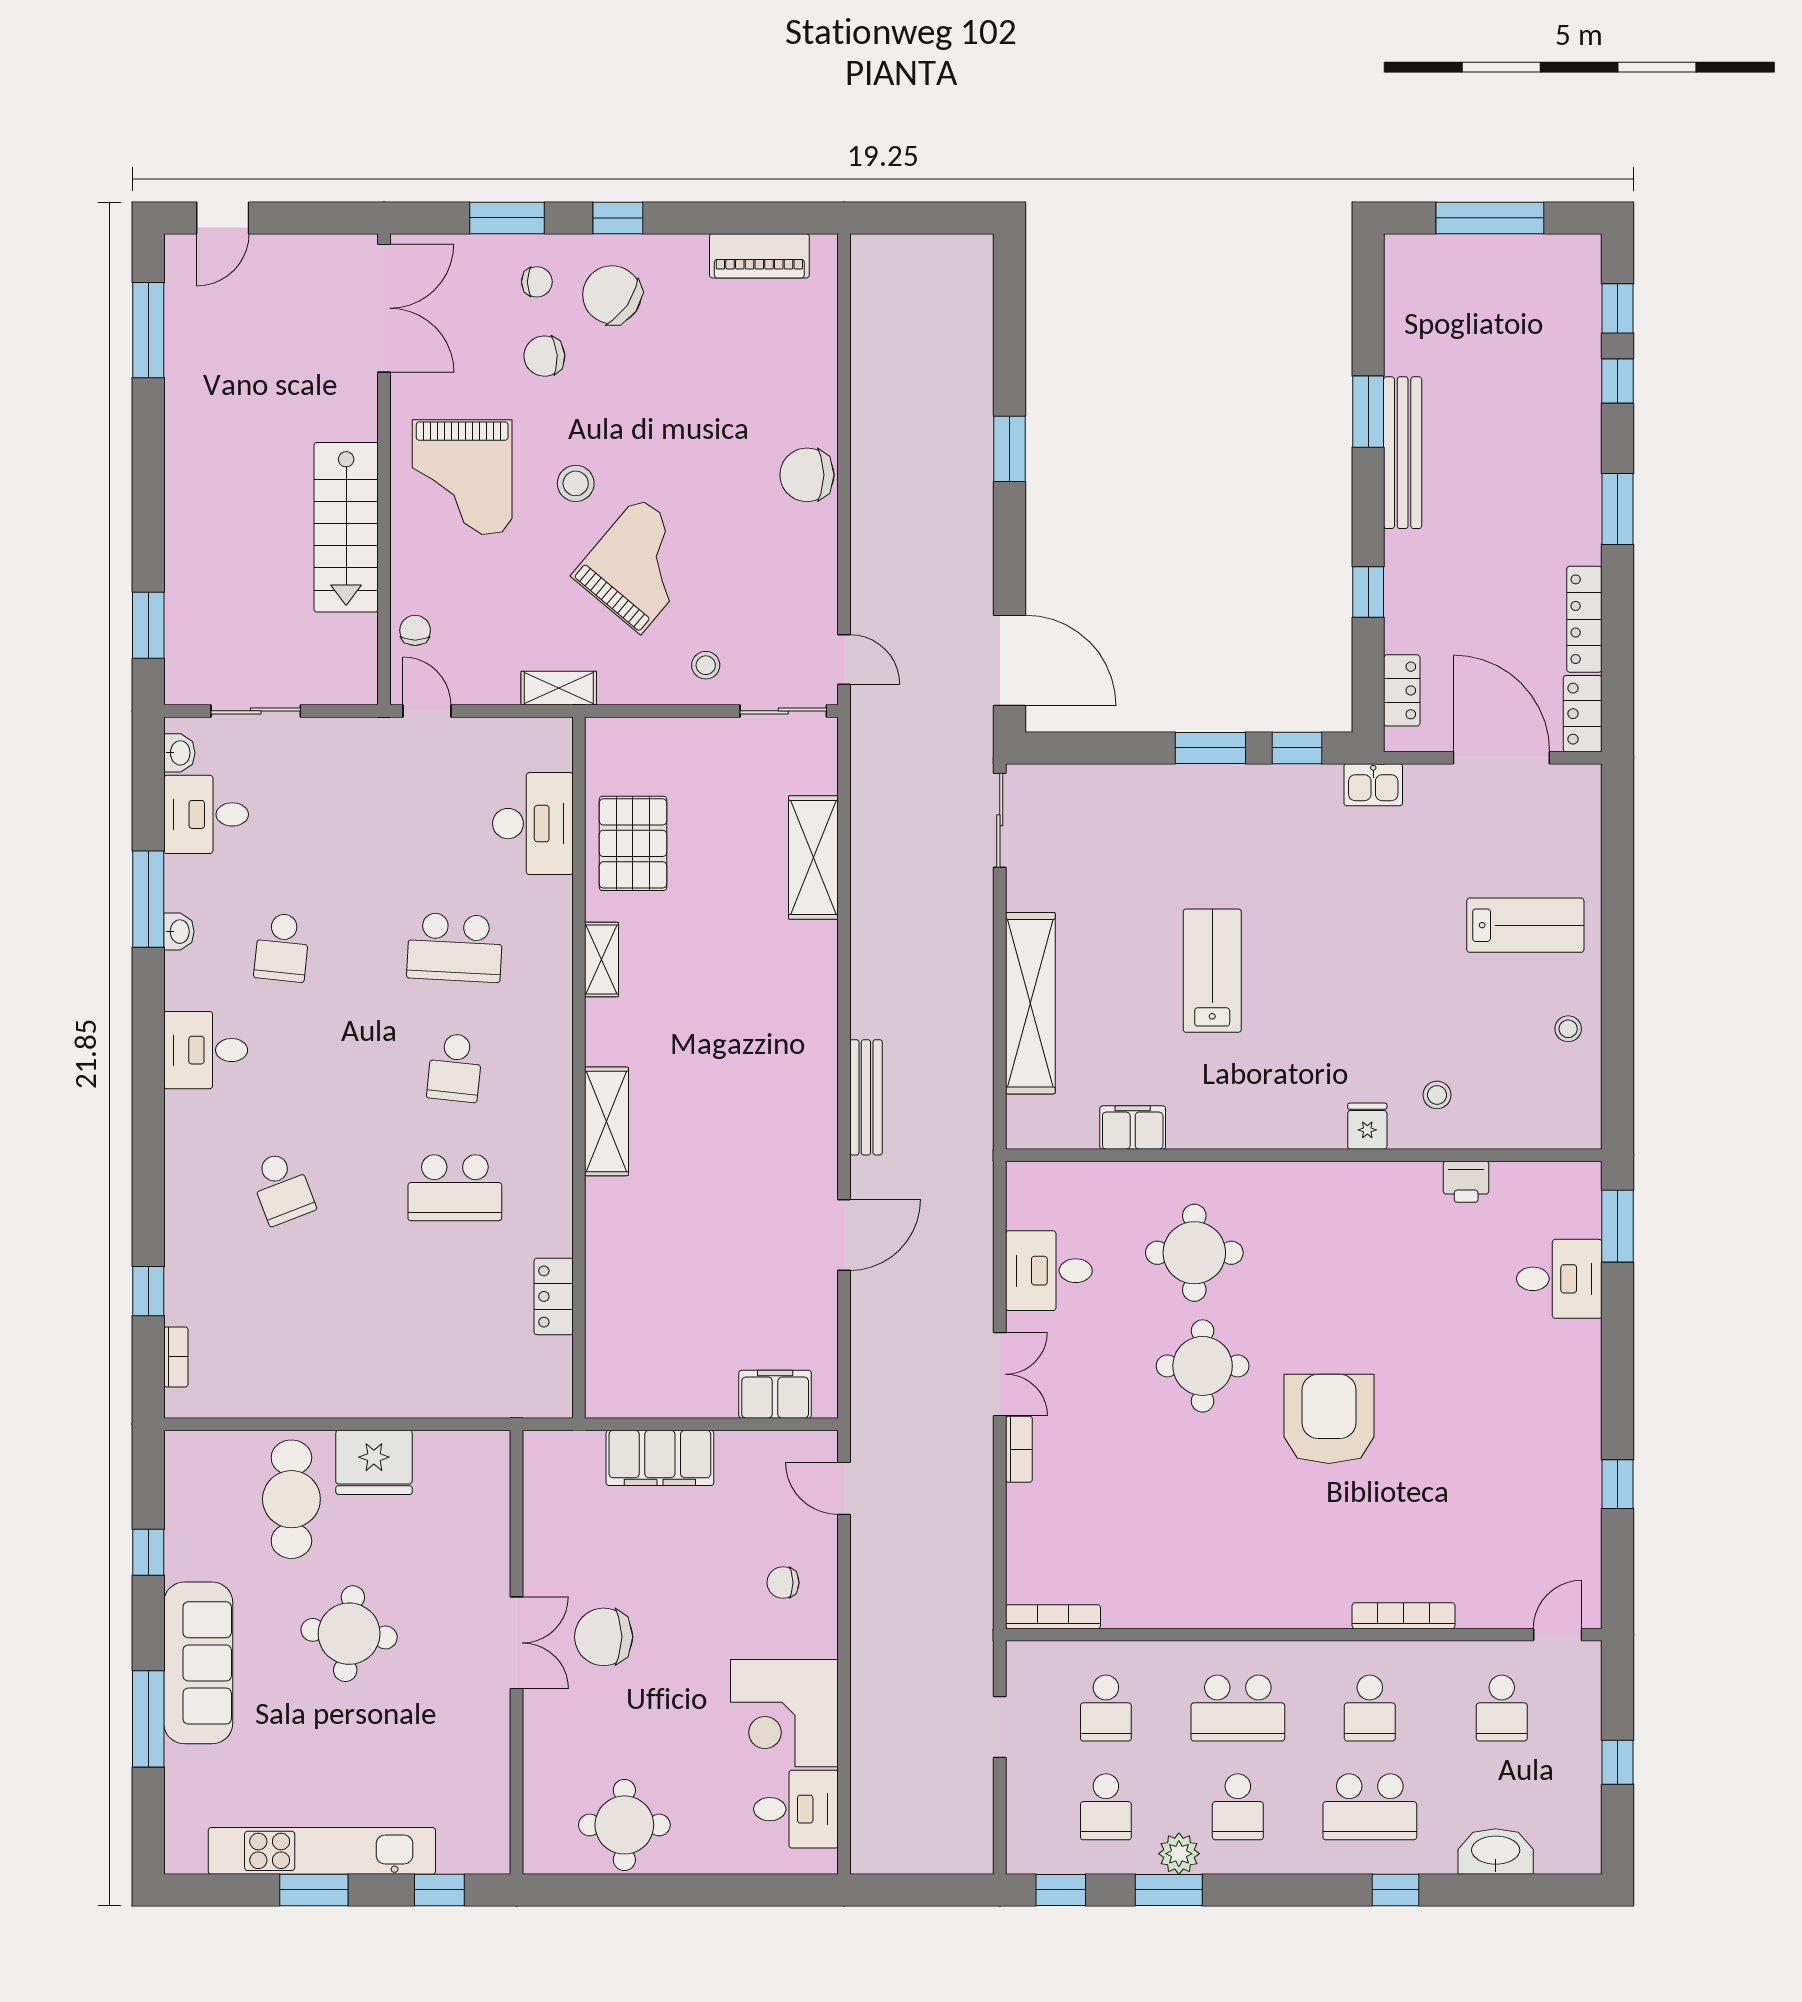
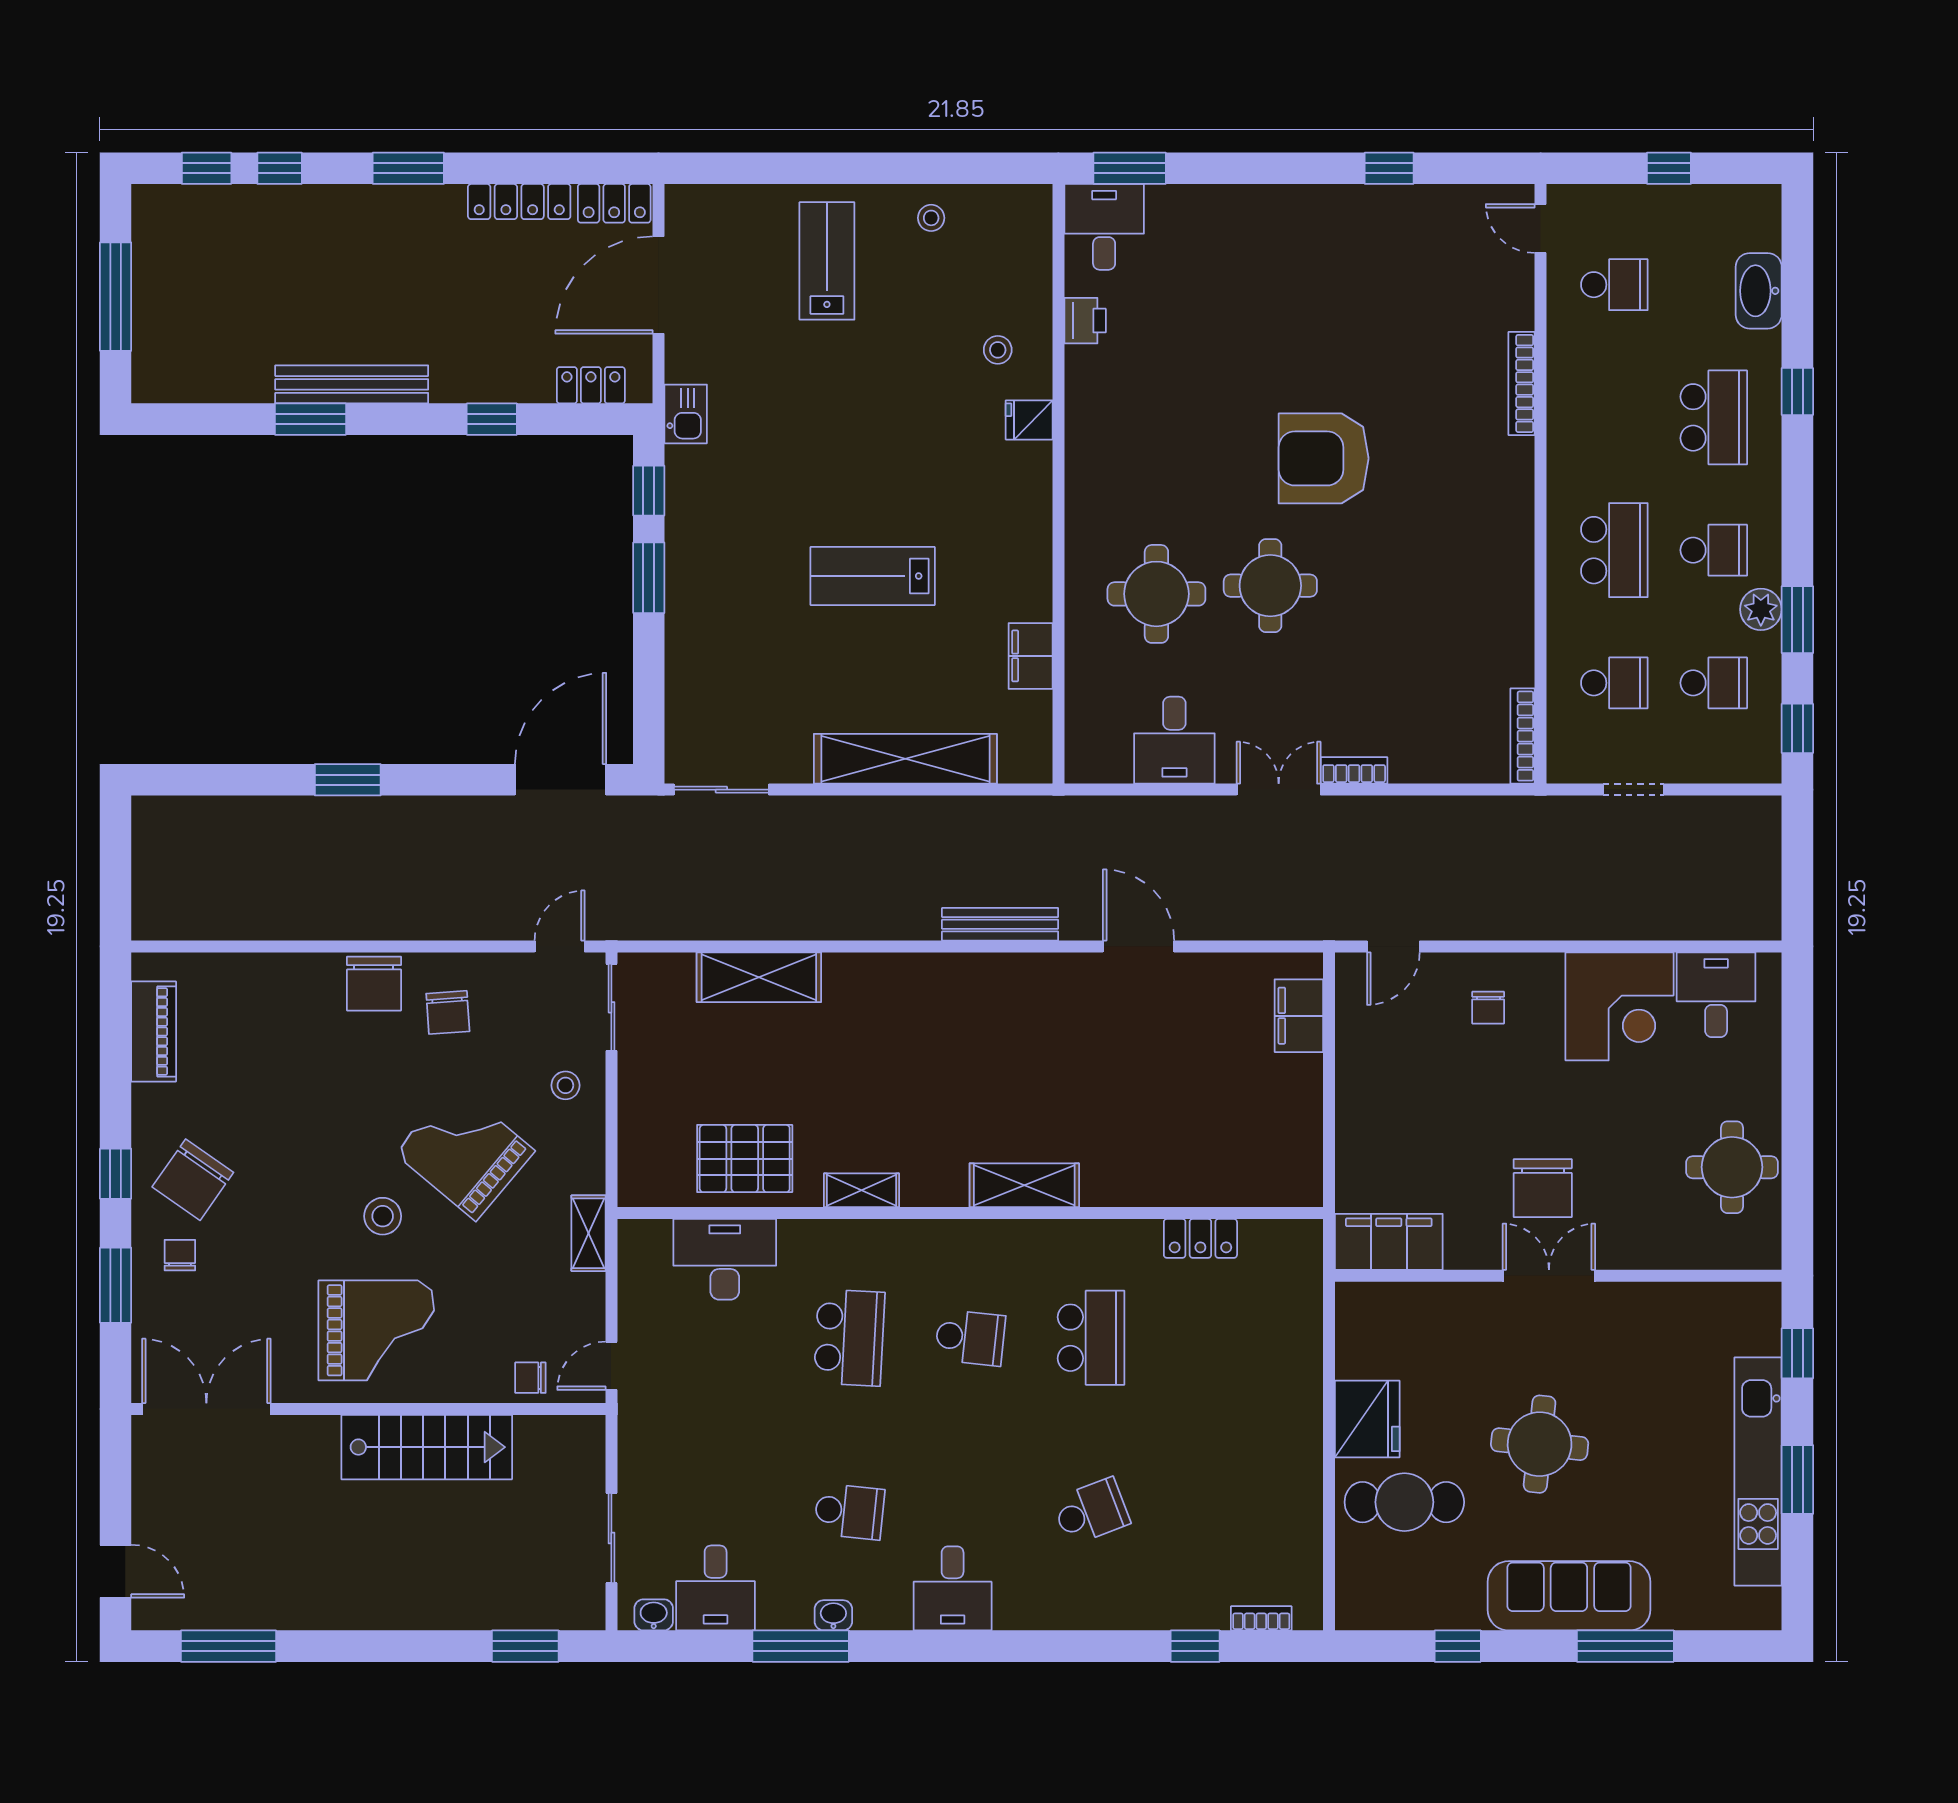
chair: (544, 356) -> (448, 1012), moved
desk: (1559, 1279) -> (1104, 227), moved
filing cabinet: (660, 1458) -> (1389, 1242), moved, turned -90
school desk: (1370, 1708) -> (1614, 417), removed

